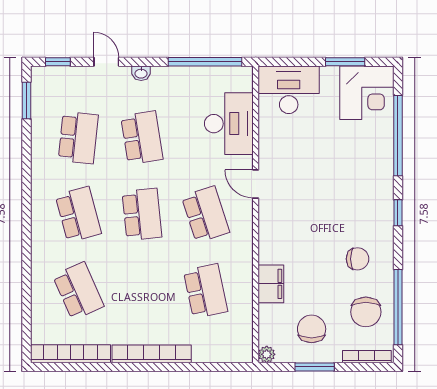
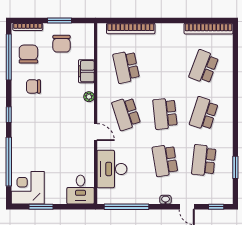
desk: (289, 90) -> (81, 190), width x0.73
window: (26, 101) -> (235, 167), moved
school desk: (78, 214) -> (204, 114), turned 33
school desk: (78, 291) -> (204, 67), turned 45
bookcase: (152, 354) -> (131, 28), moved
plant: (267, 354) -> (89, 97), moved

